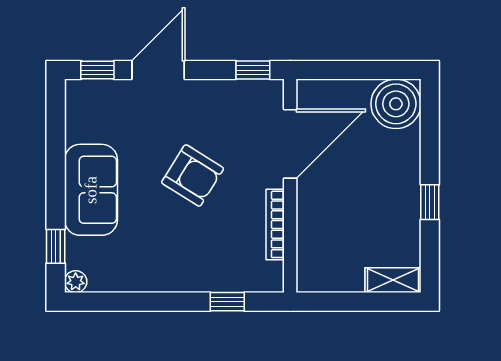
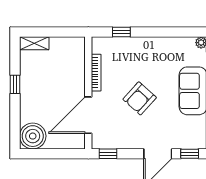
armchair: (193, 175) -> (140, 98), turned -80

